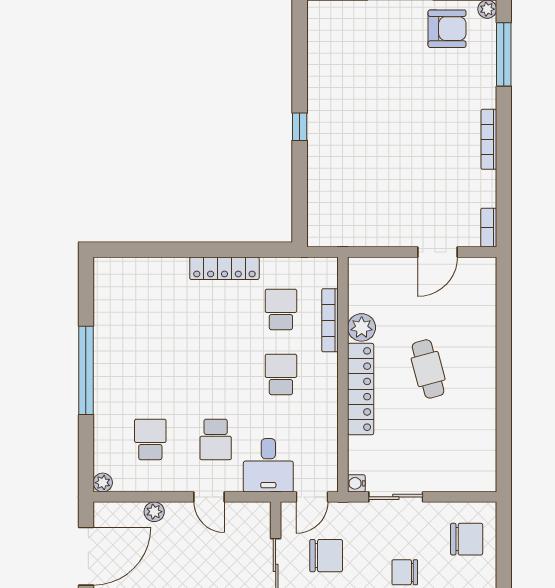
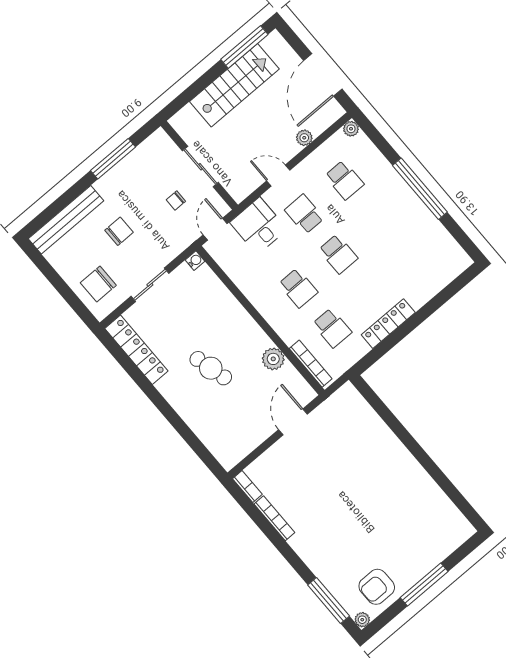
window: (300, 127) -> (416, 450), removed
bookcase: (489, 139) -> (274, 518), moved
door: (438, 252) -> (293, 422), moved
bookcase: (330, 320) -> (311, 364), moved
school desk: (216, 374) -> (338, 254), added
locker: (361, 389) -> (136, 350), moved, turned 180
sliding door: (396, 497) -> (150, 285), moved
chair: (326, 556) -> (176, 201), width x0.54, depth x0.54

